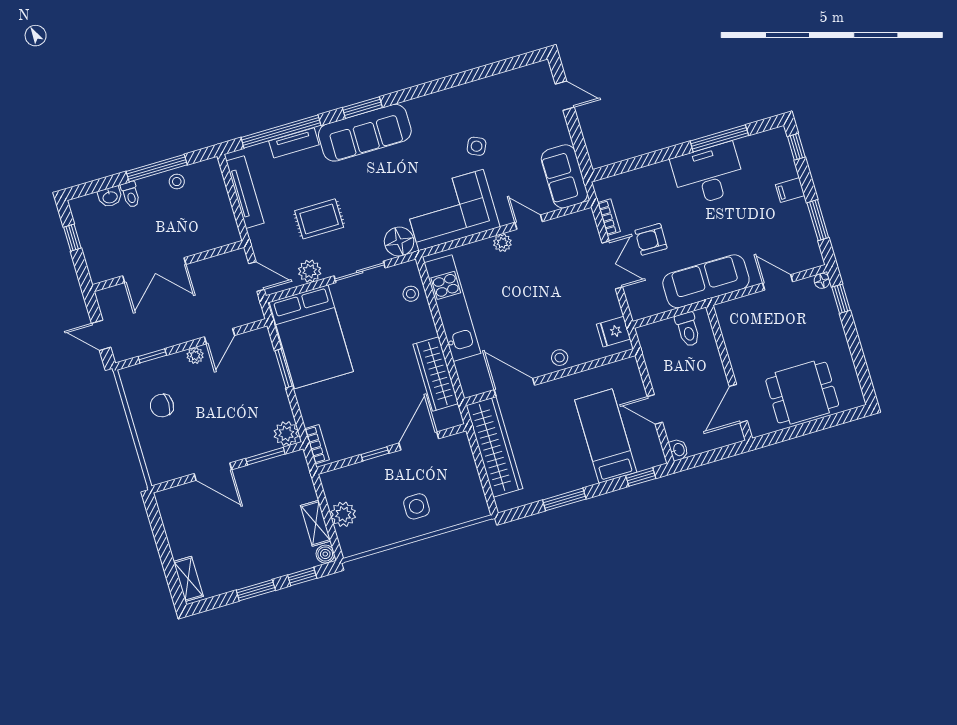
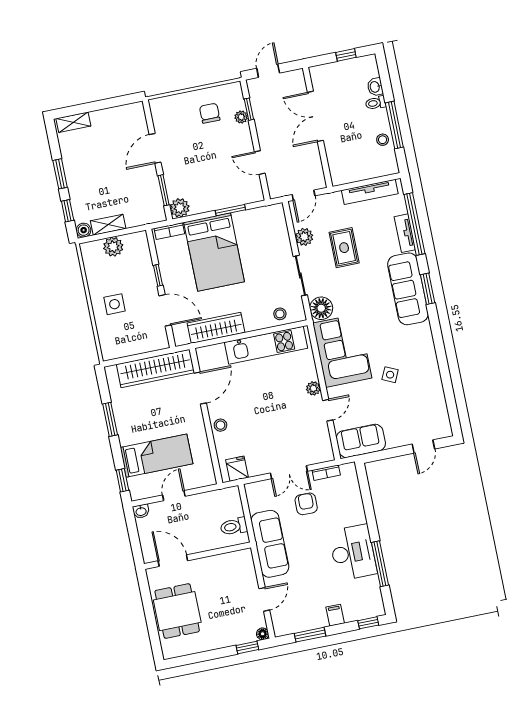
bed: (311, 337) -> (214, 252), moved, turned -90
plant: (195, 355) -> (241, 117), moved

